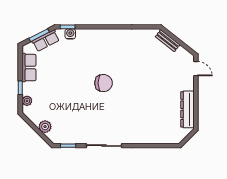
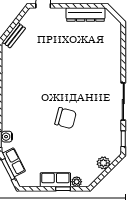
row of seats: (29, 68) -> (55, 180), moved
chair: (104, 83) -> (66, 118), moved, turned 105

